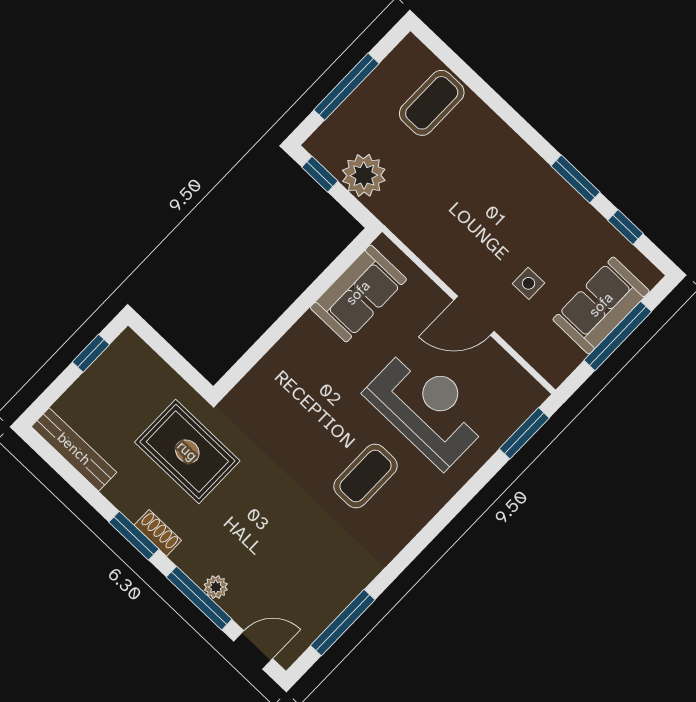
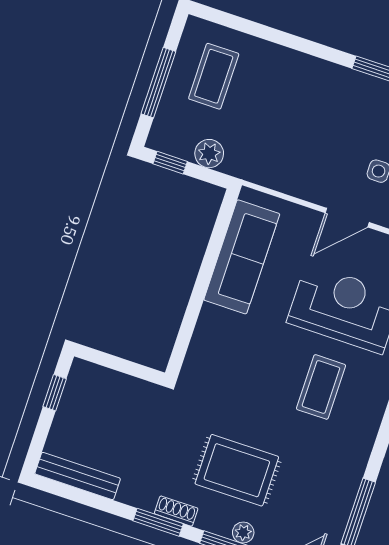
coffee table: (432, 103) -> (214, 76), moved
plant: (364, 175) -> (209, 154), width x0.73, depth x0.73
sofa: (358, 293) -> (242, 257), width x1.36
rug: (187, 451) -> (237, 470), moved

